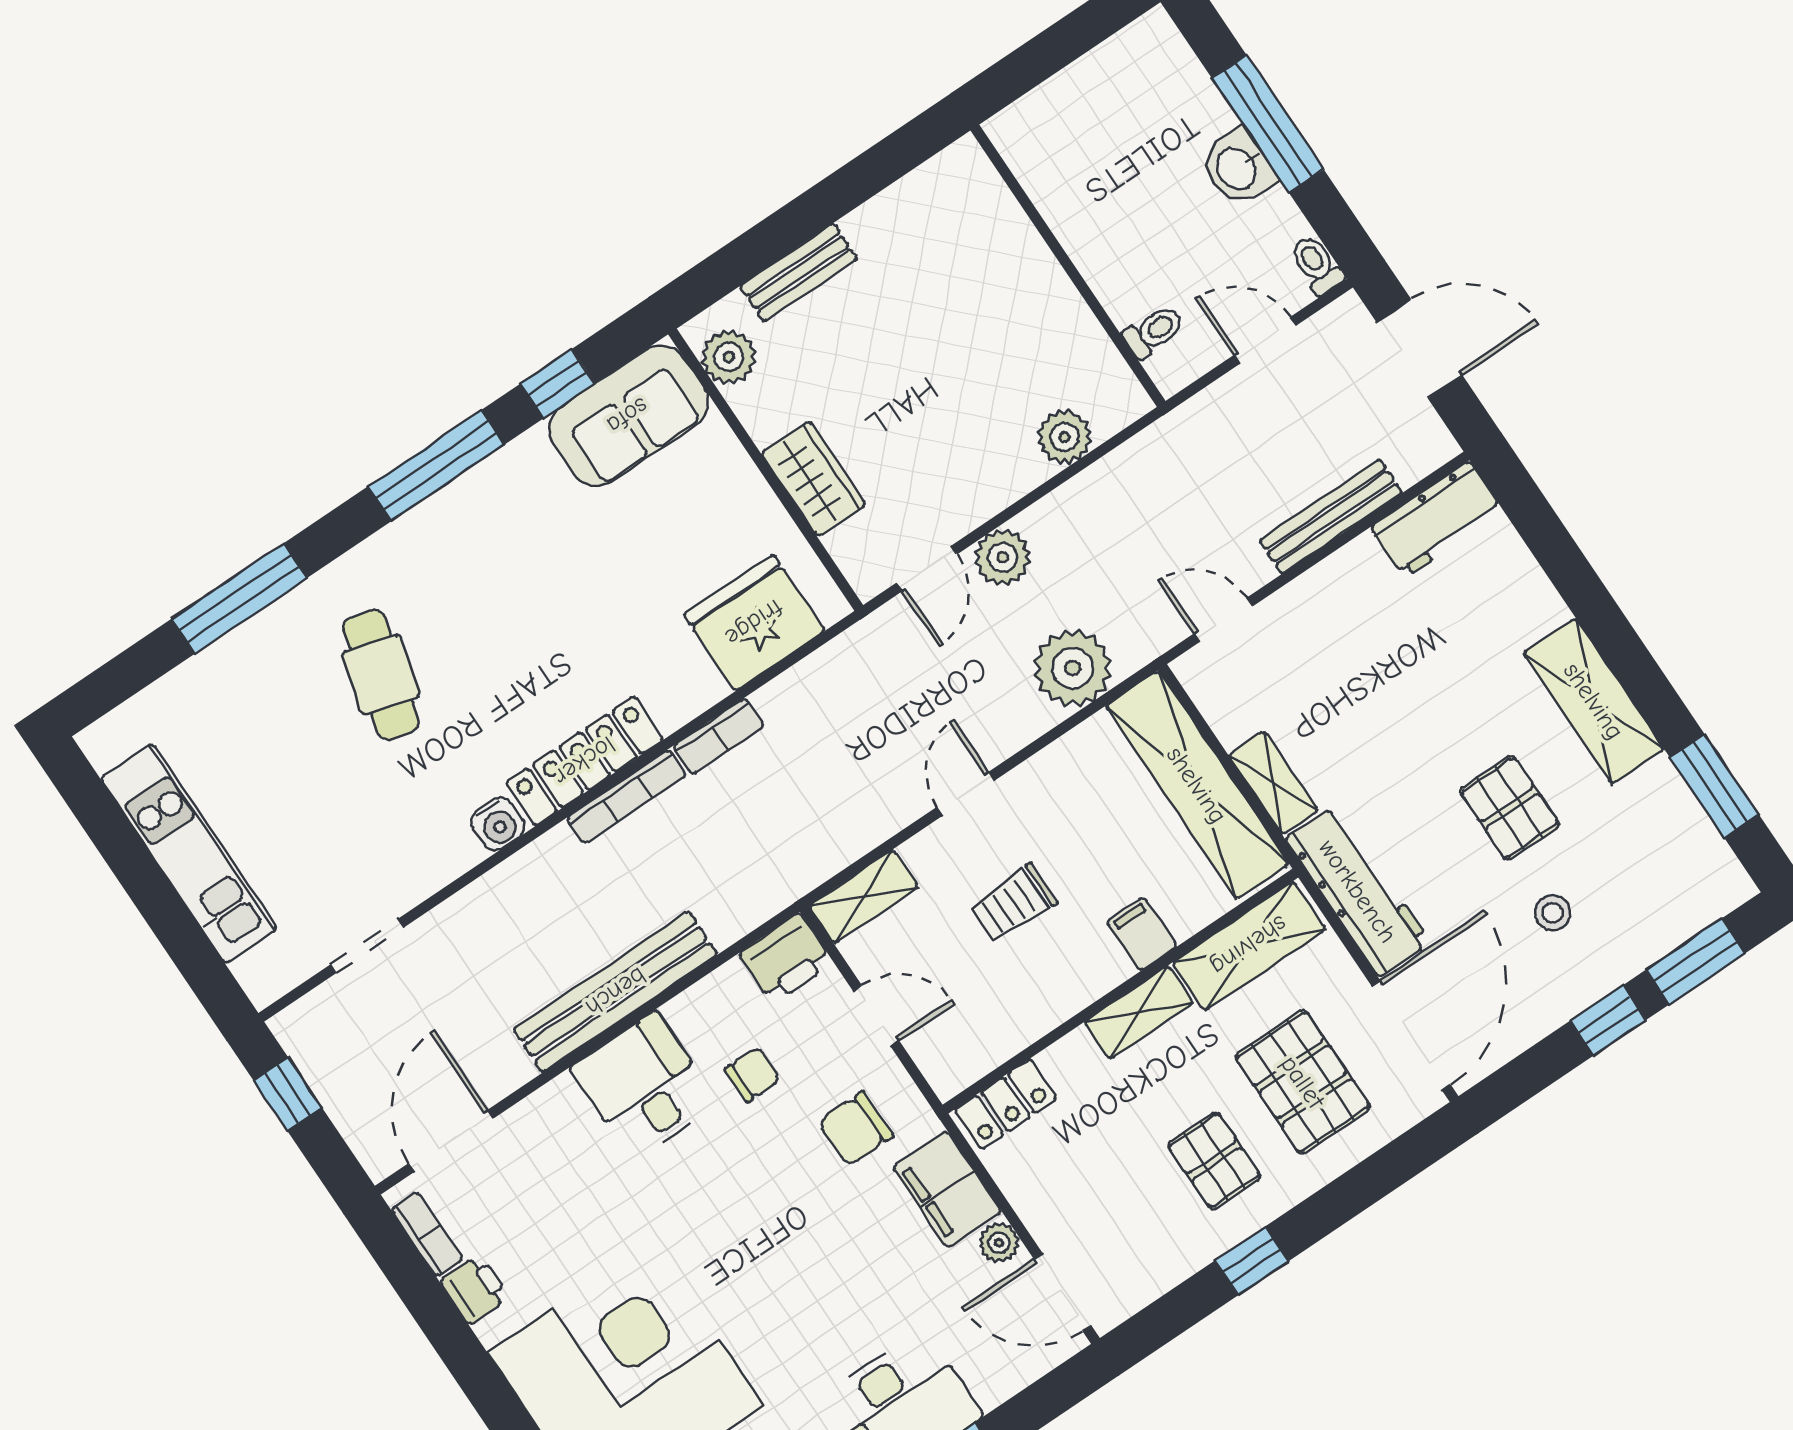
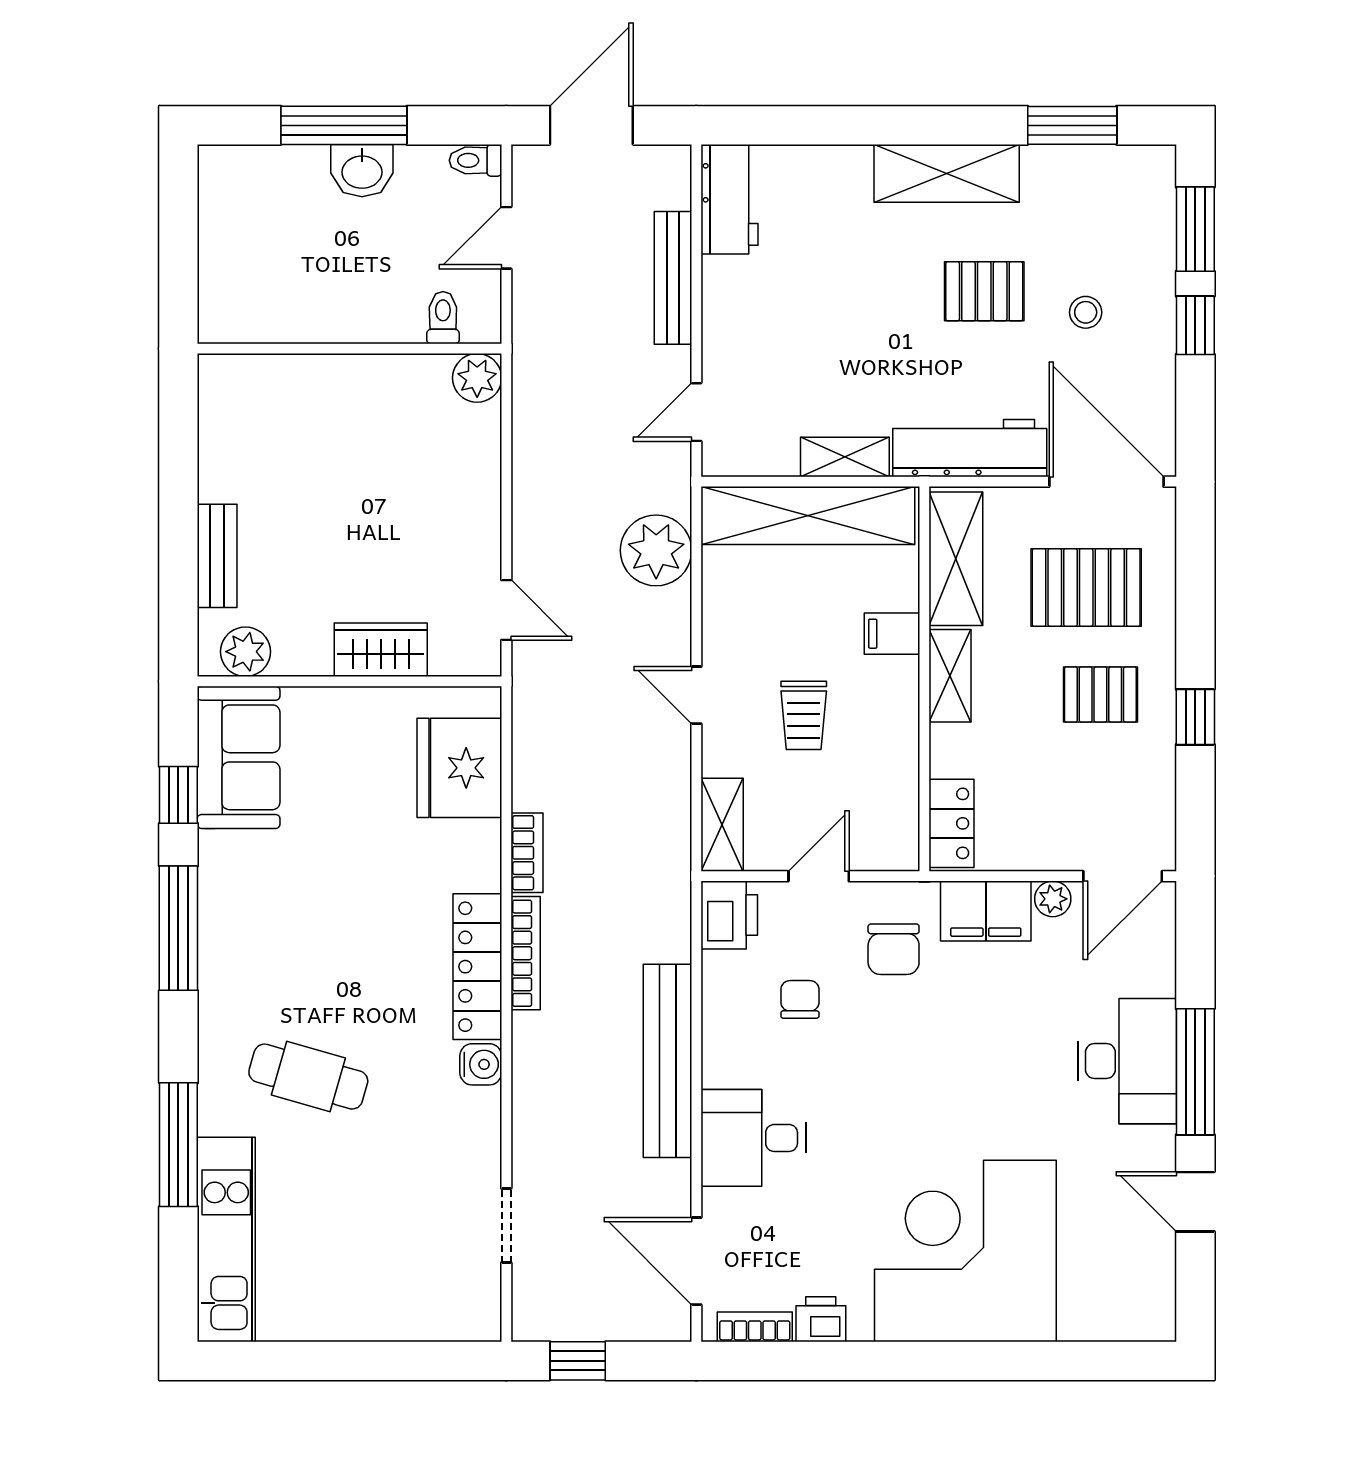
plant: (1065, 437) -> (477, 378), moved
plant: (1003, 557) -> (537, 547), removed
kitchen unit: (189, 854) -> (226, 1240), moved, turned 90
desk: (644, 1086) -> (753, 1138), moved

